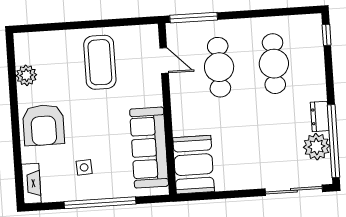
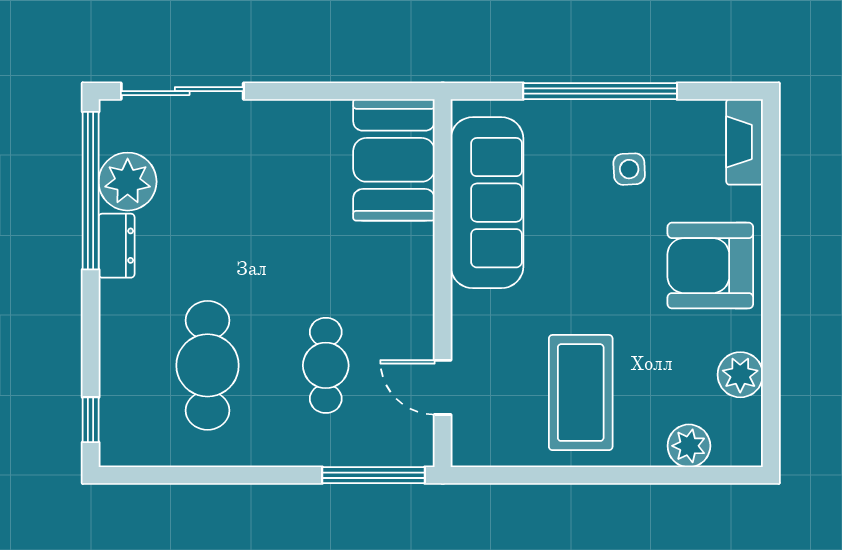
plant: (48, 41) -> (689, 446), added
cafe table: (219, 67) -> (326, 365), width x0.73, depth x0.74
armchair: (44, 125) -> (710, 266), turned -90

